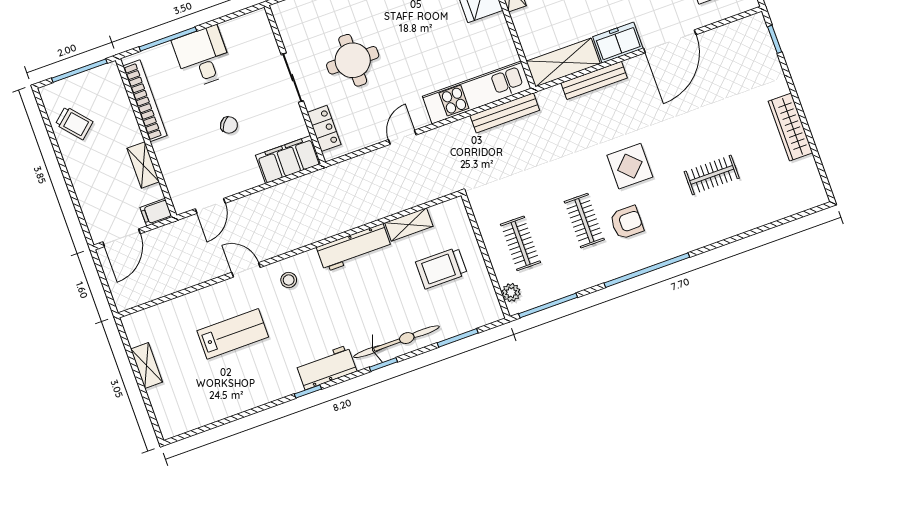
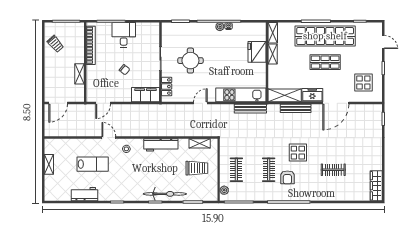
wardrobe: (791, 127) -> (376, 186), moved
filing cabinet: (156, 212) -> (78, 97), removed
armchair: (627, 222) -> (287, 177), turned 90
shelving: (409, 225) -> (200, 143), moved
trolley: (441, 268) -> (197, 168), turned 180
workbench: (326, 367) -> (84, 194), moved

